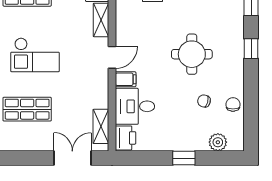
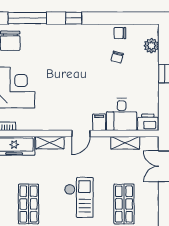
round table: (192, 54) -> (78, 67), removed
door: (112, 57) -> (81, 133), swing flipped
shelving: (101, 126) -> (125, 143), moved

